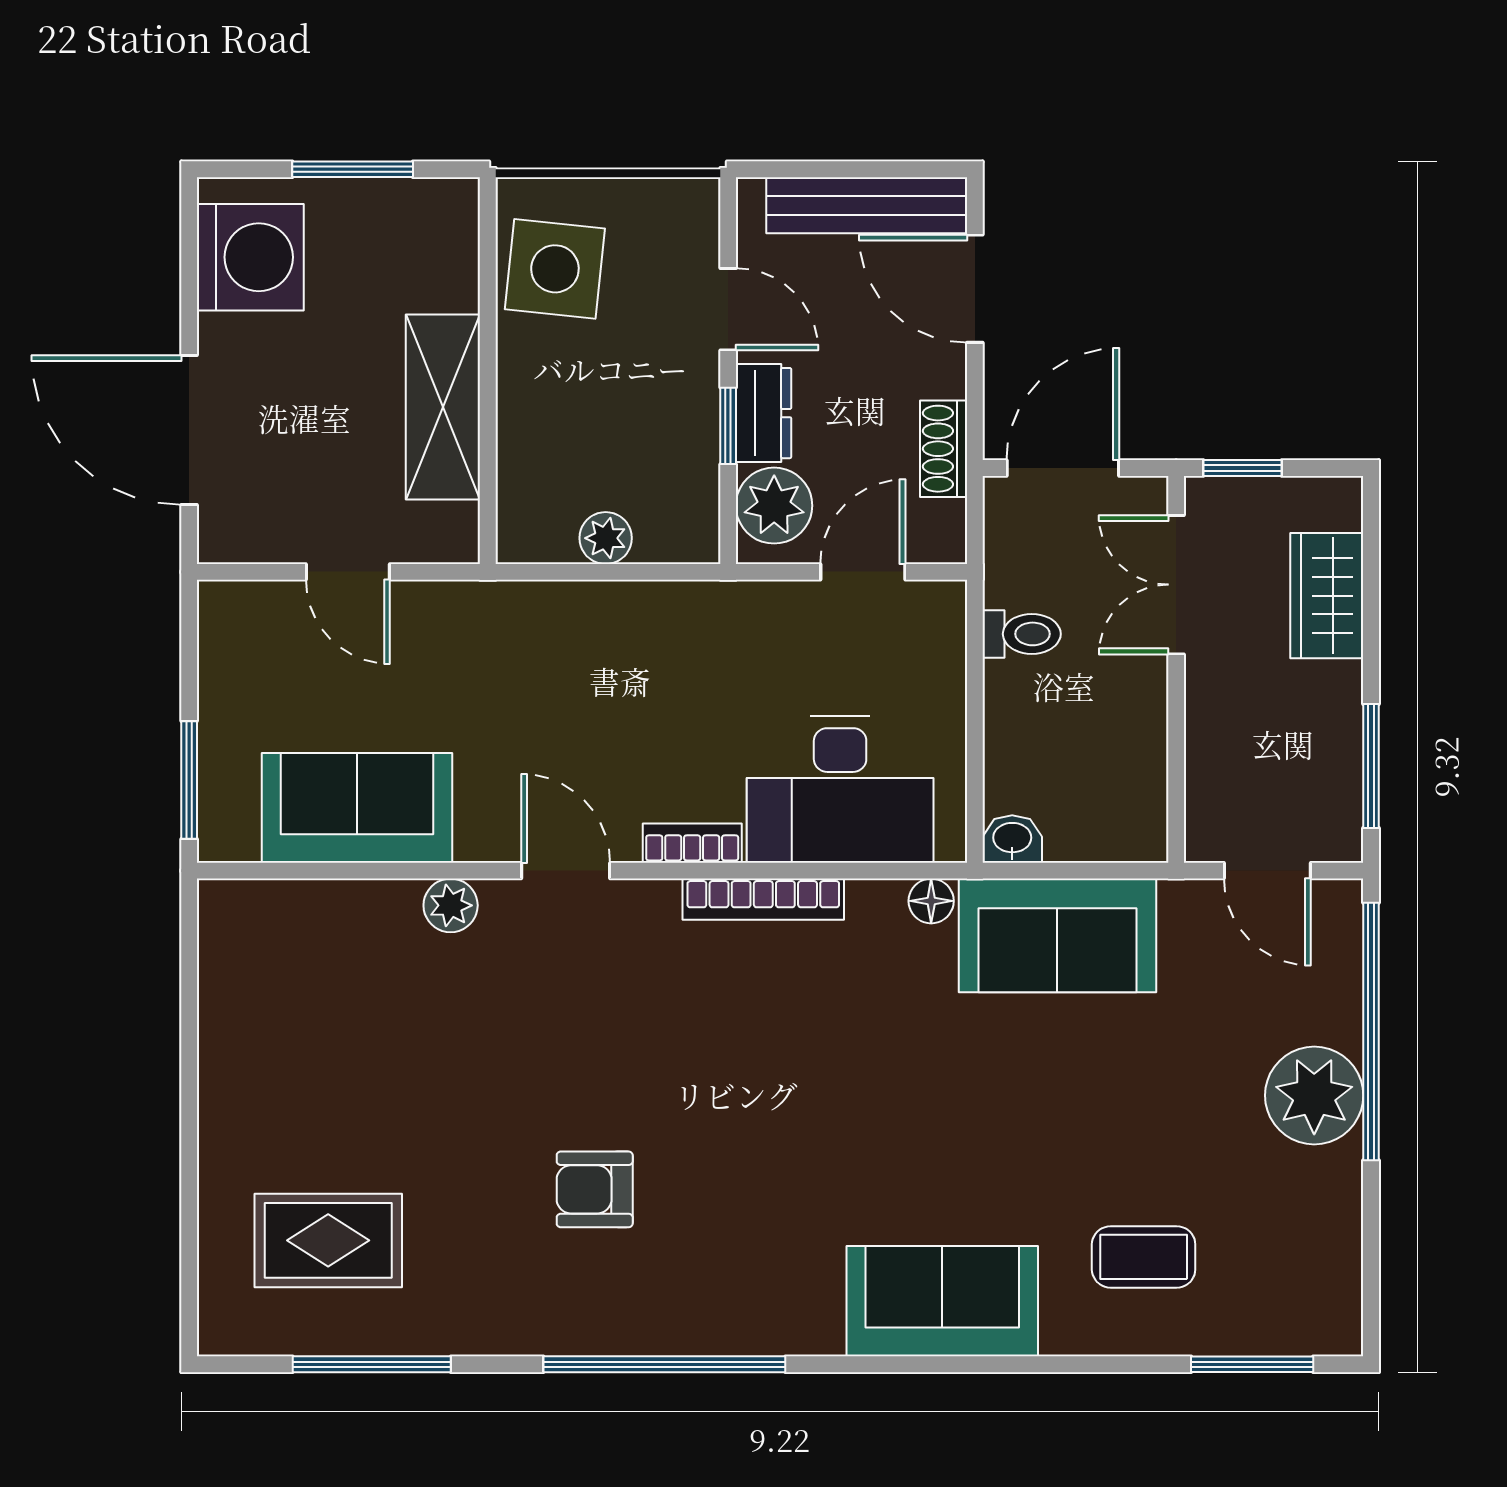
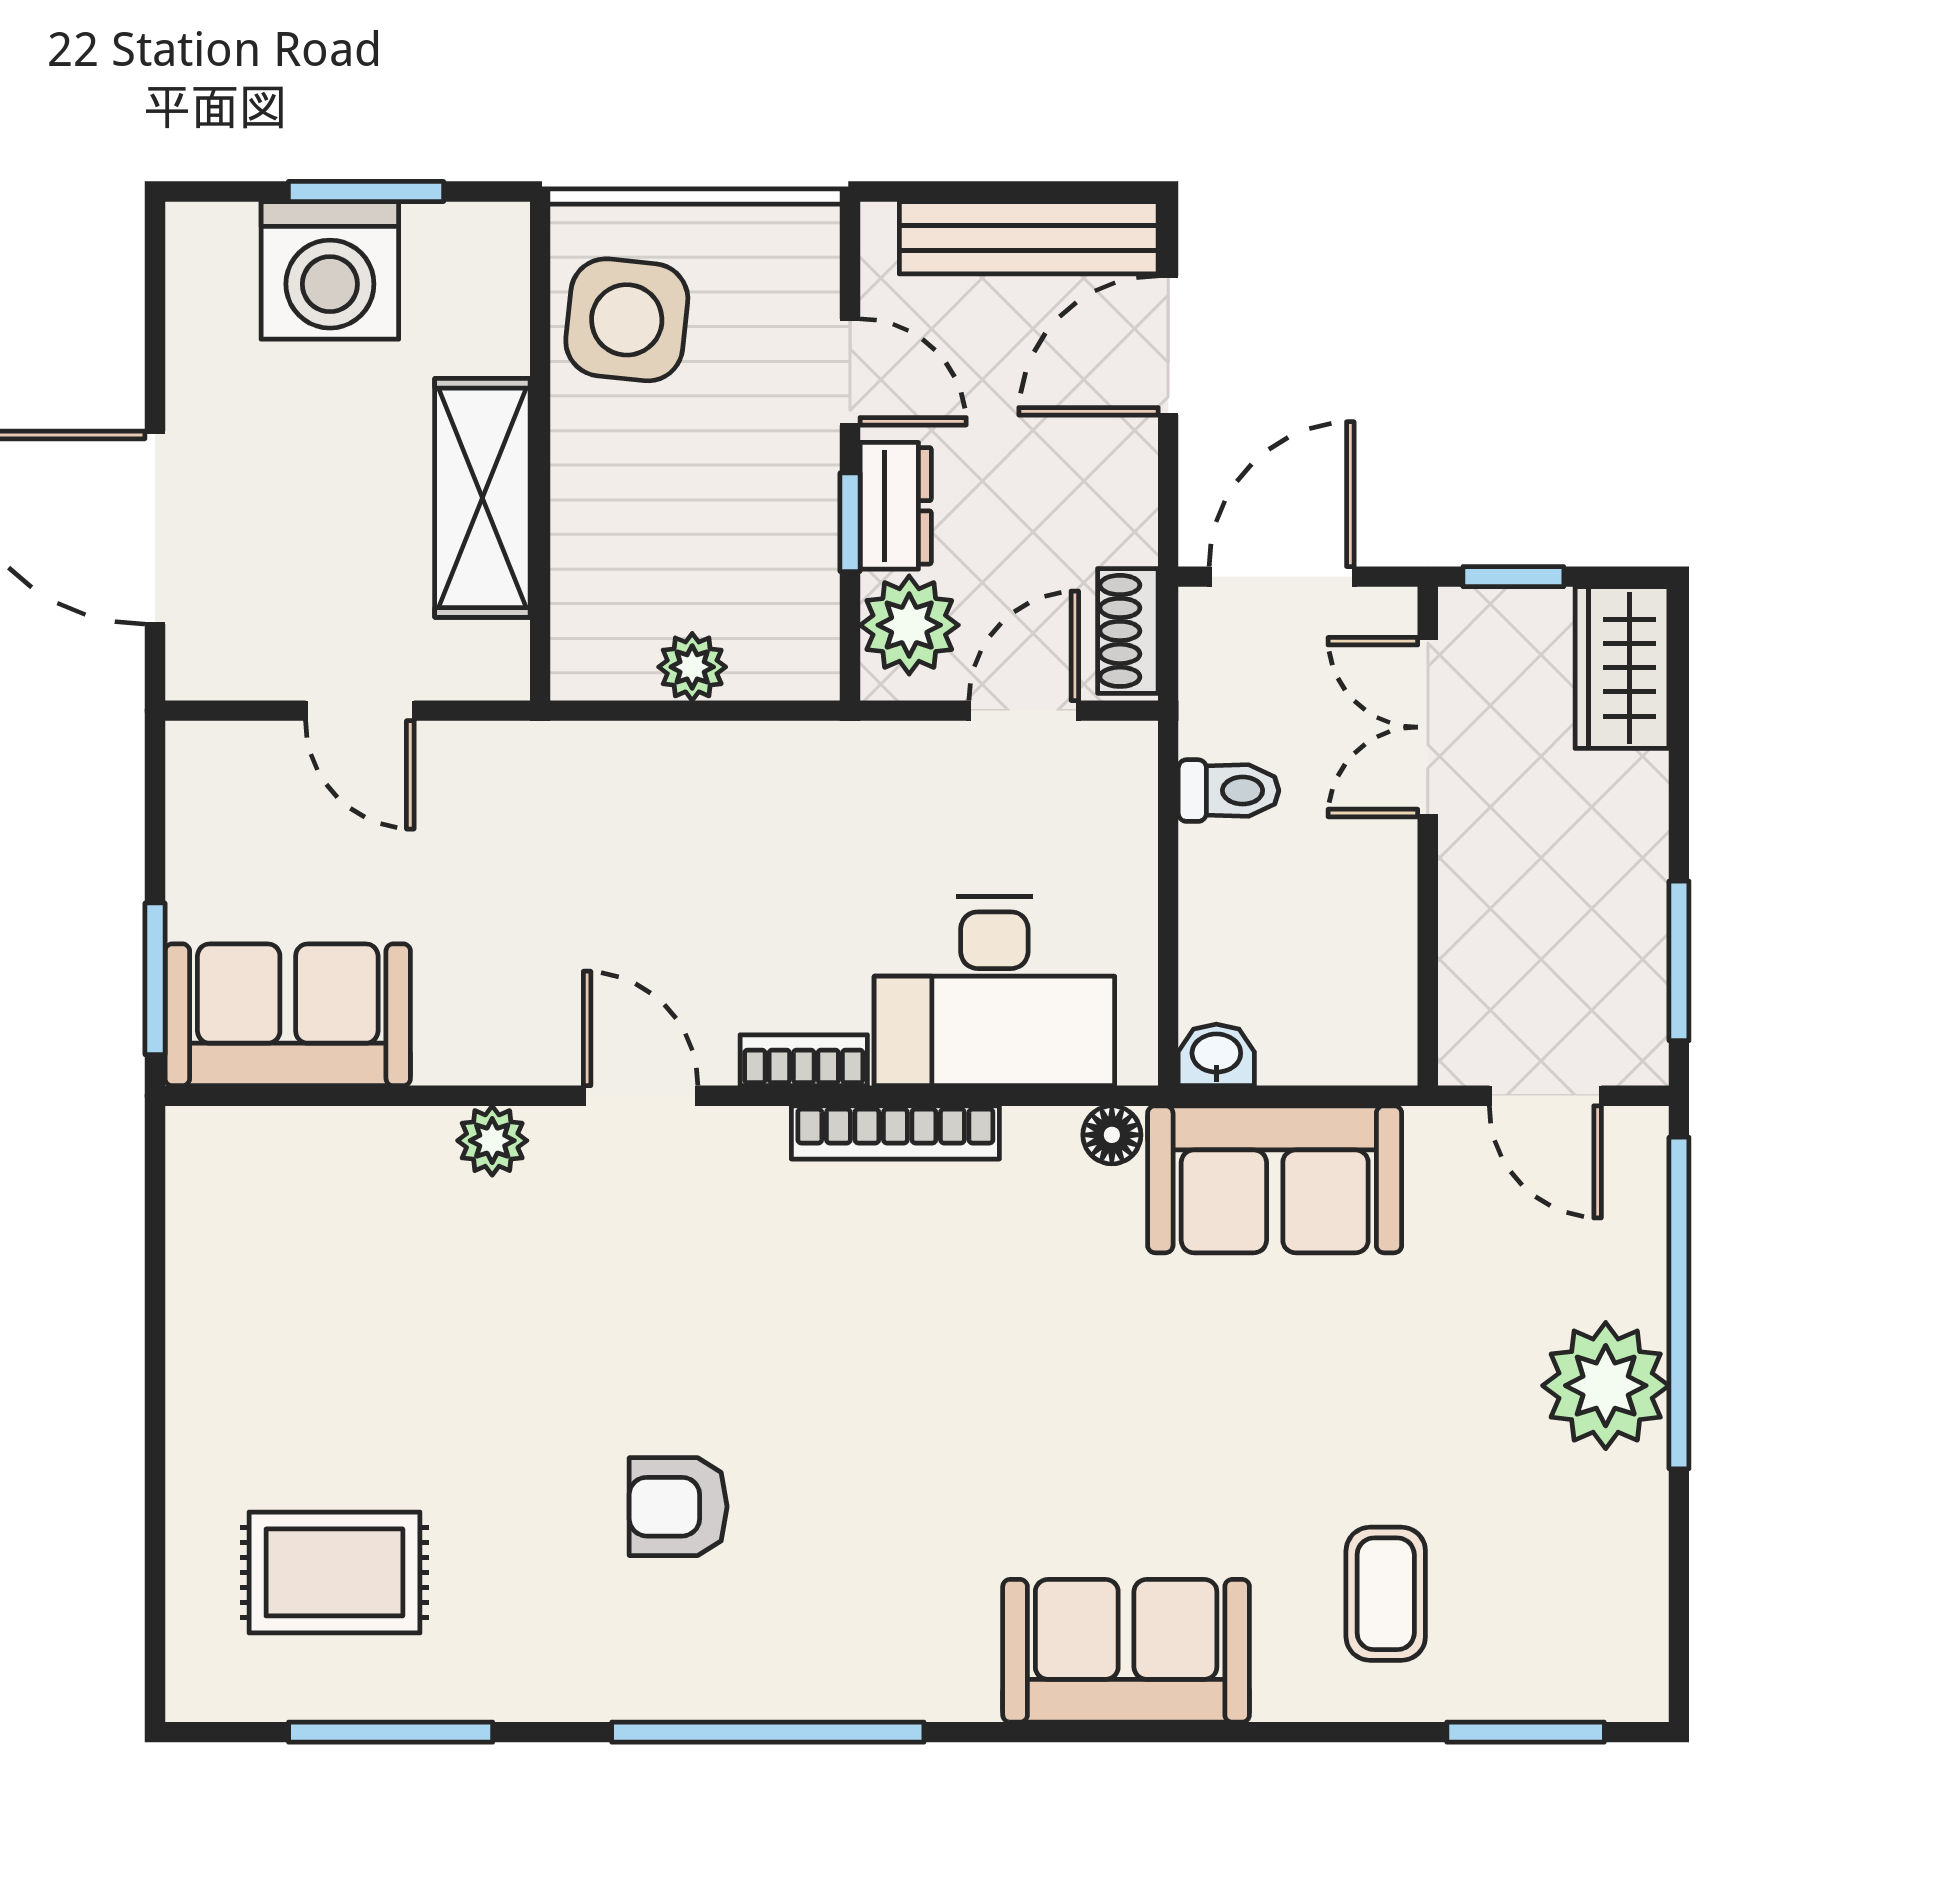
washing machine: (250, 257) -> (330, 270), moved, turned 90
door: (975, 289) -> (1168, 345), hinge flipped
shoe rack: (944, 449) -> (1128, 631), moved
wardrobe: (1327, 596) -> (1622, 668), moved
sofa: (357, 808) -> (288, 1015), moved
coffee table: (1144, 1257) -> (1386, 1594), turned 90

